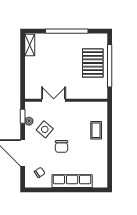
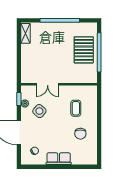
double door: (54, 100) -> (48, 84), swing flipped
coffee table: (96, 130) -> (76, 108), moved
chair: (61, 146) -> (80, 134), moved
row of seats: (72, 181) -> (59, 159), width x0.68

